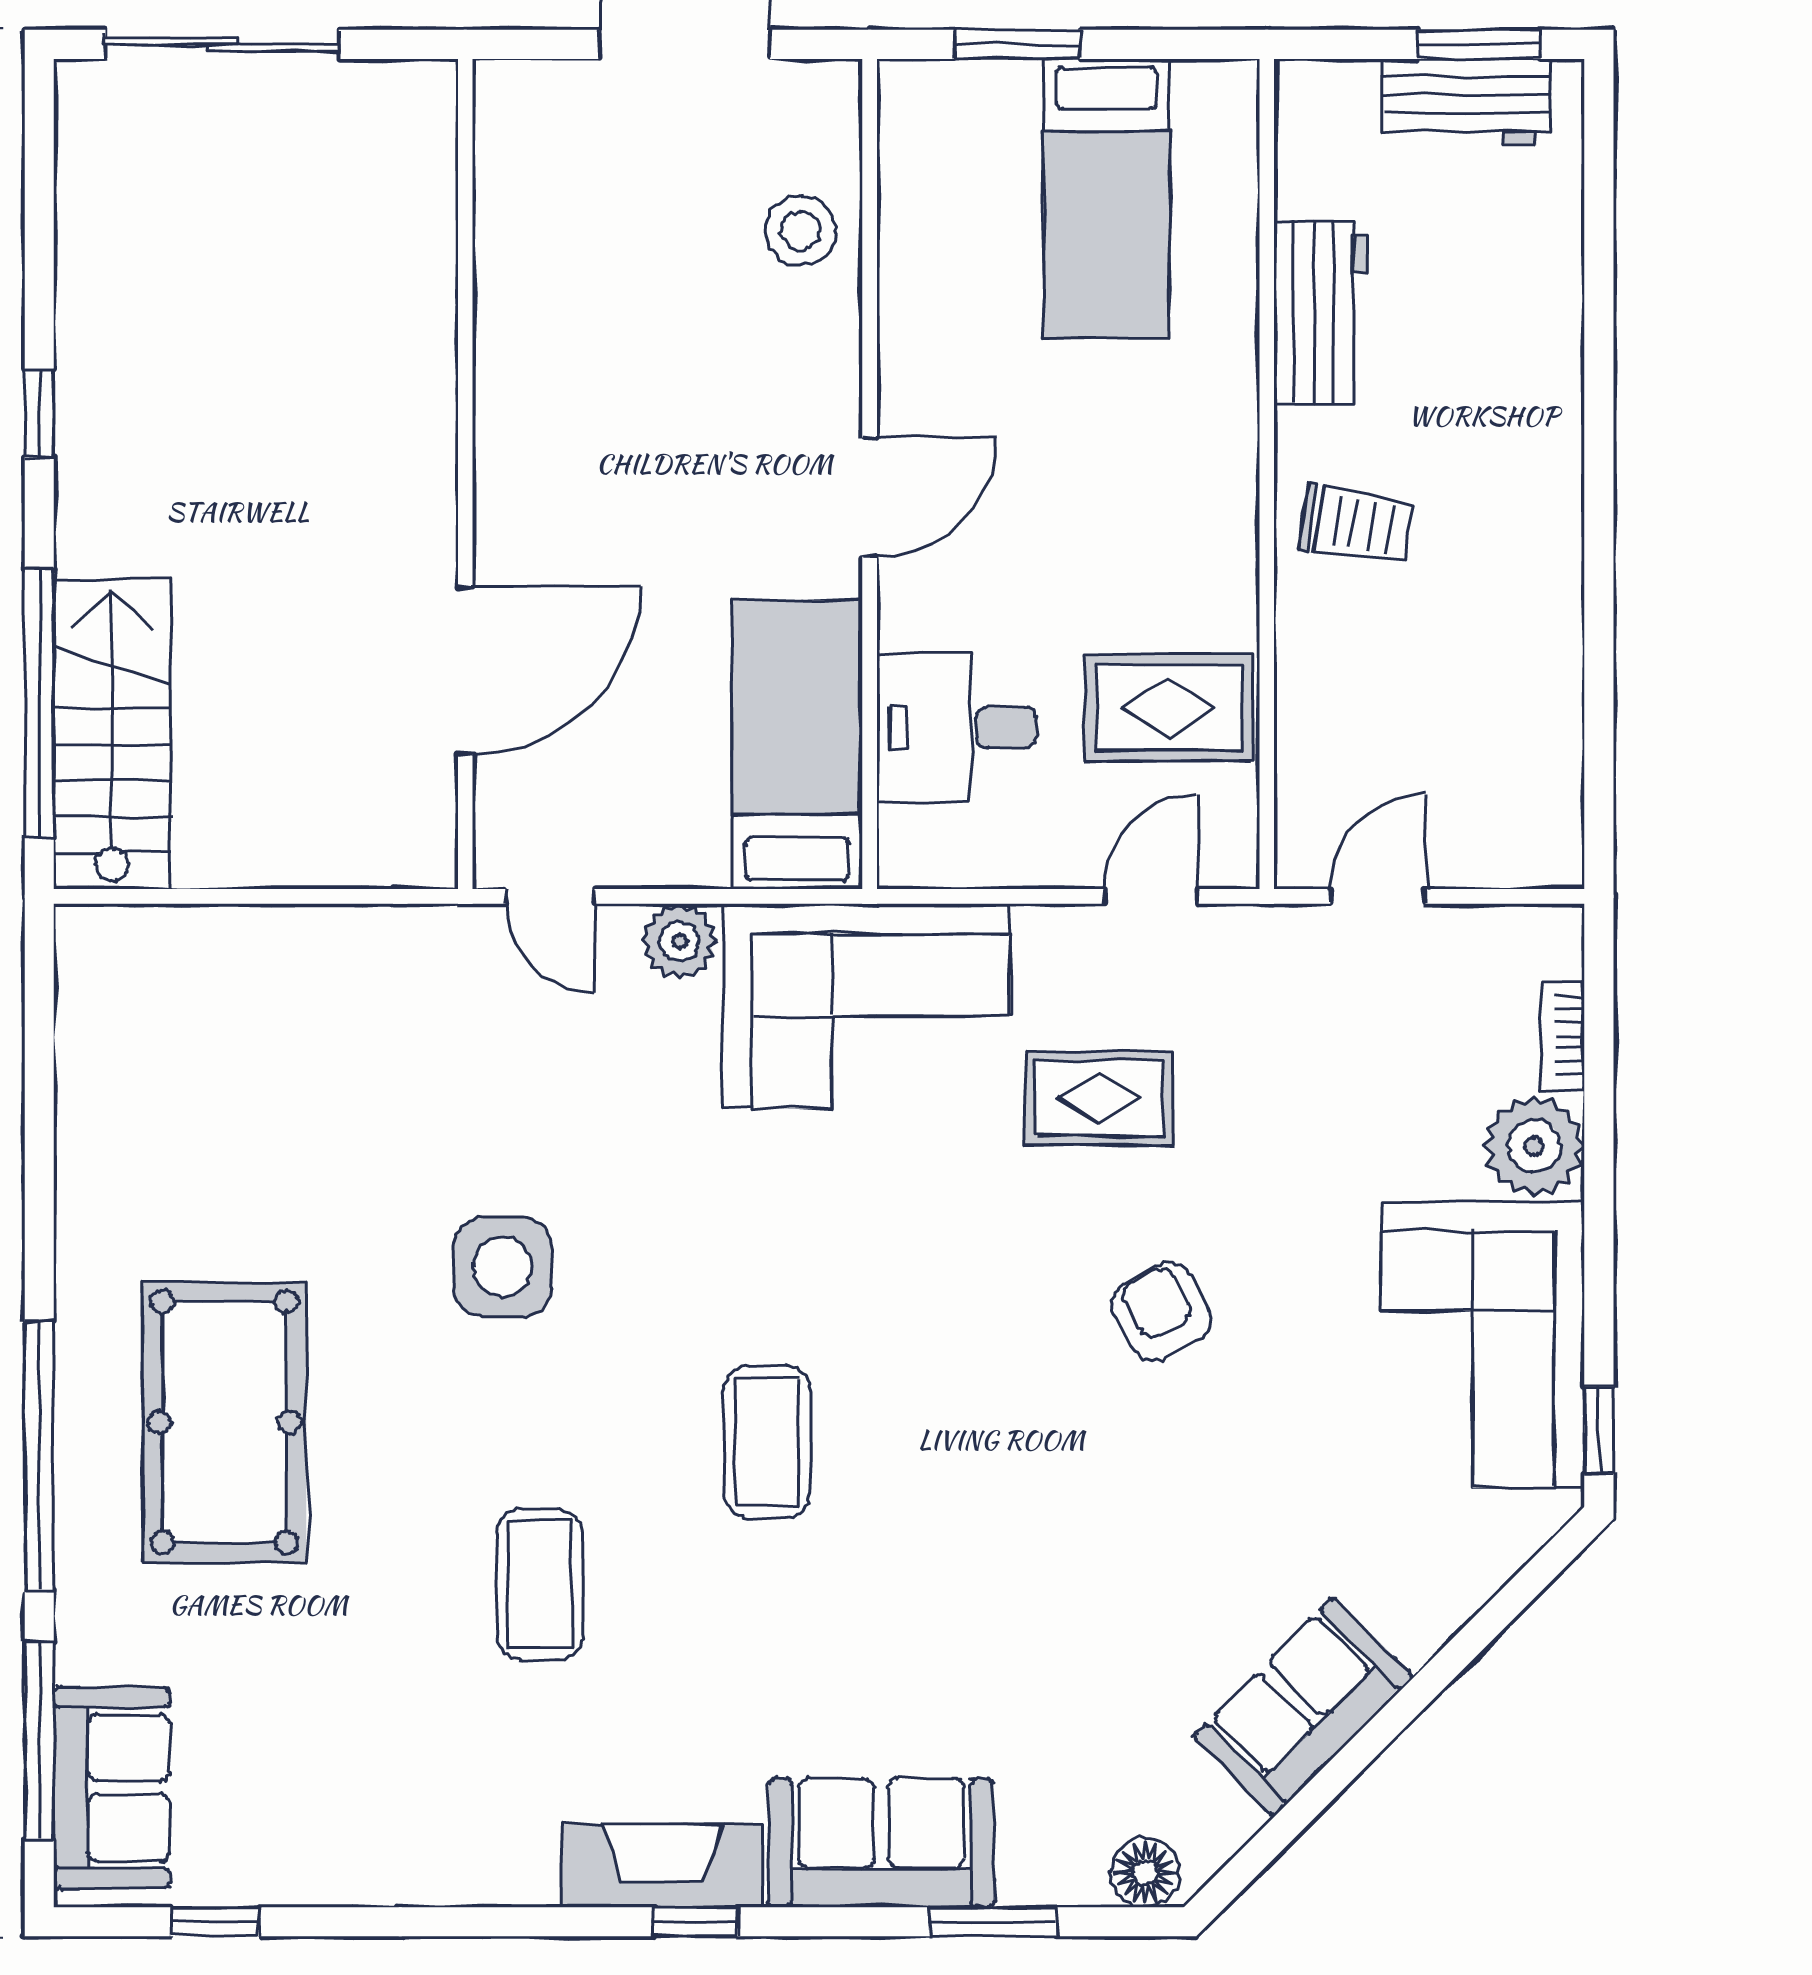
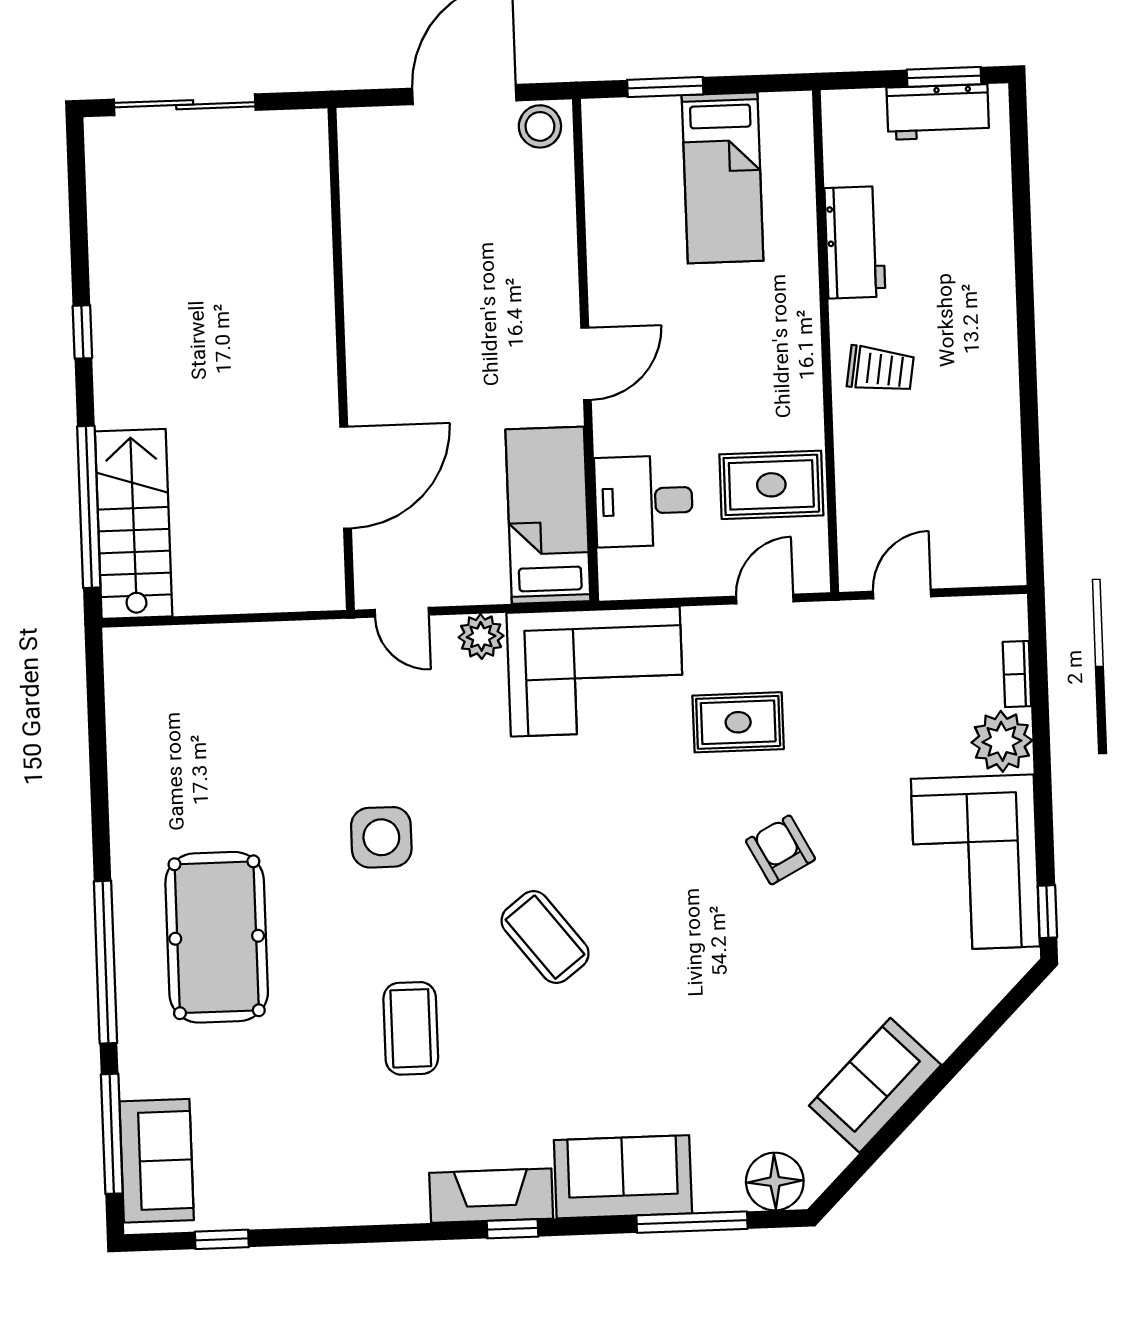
stool: (801, 231) -> (540, 126), moved
coffee table: (767, 1442) -> (545, 937), turned -38
floor lamp: (1145, 1873) -> (775, 1181), width x1.38, depth x1.38
window: (993, 1922) -> (692, 1222), width x1.44

